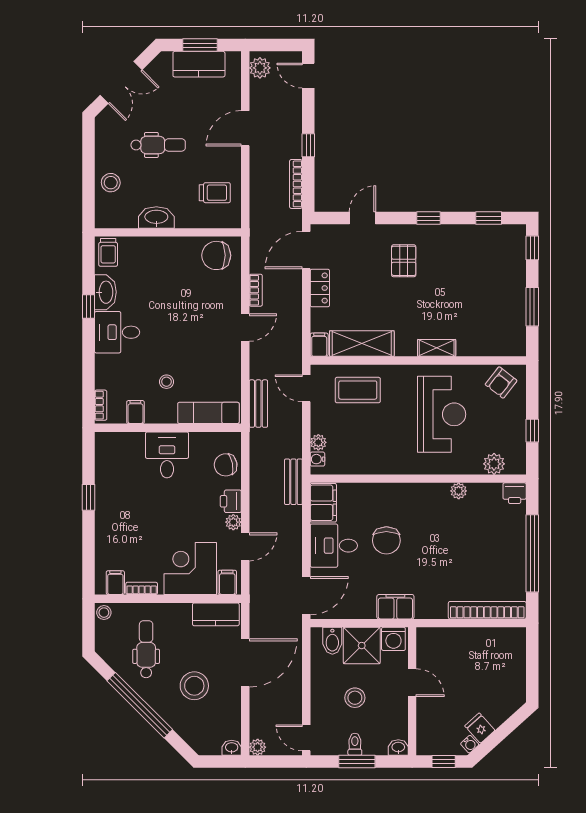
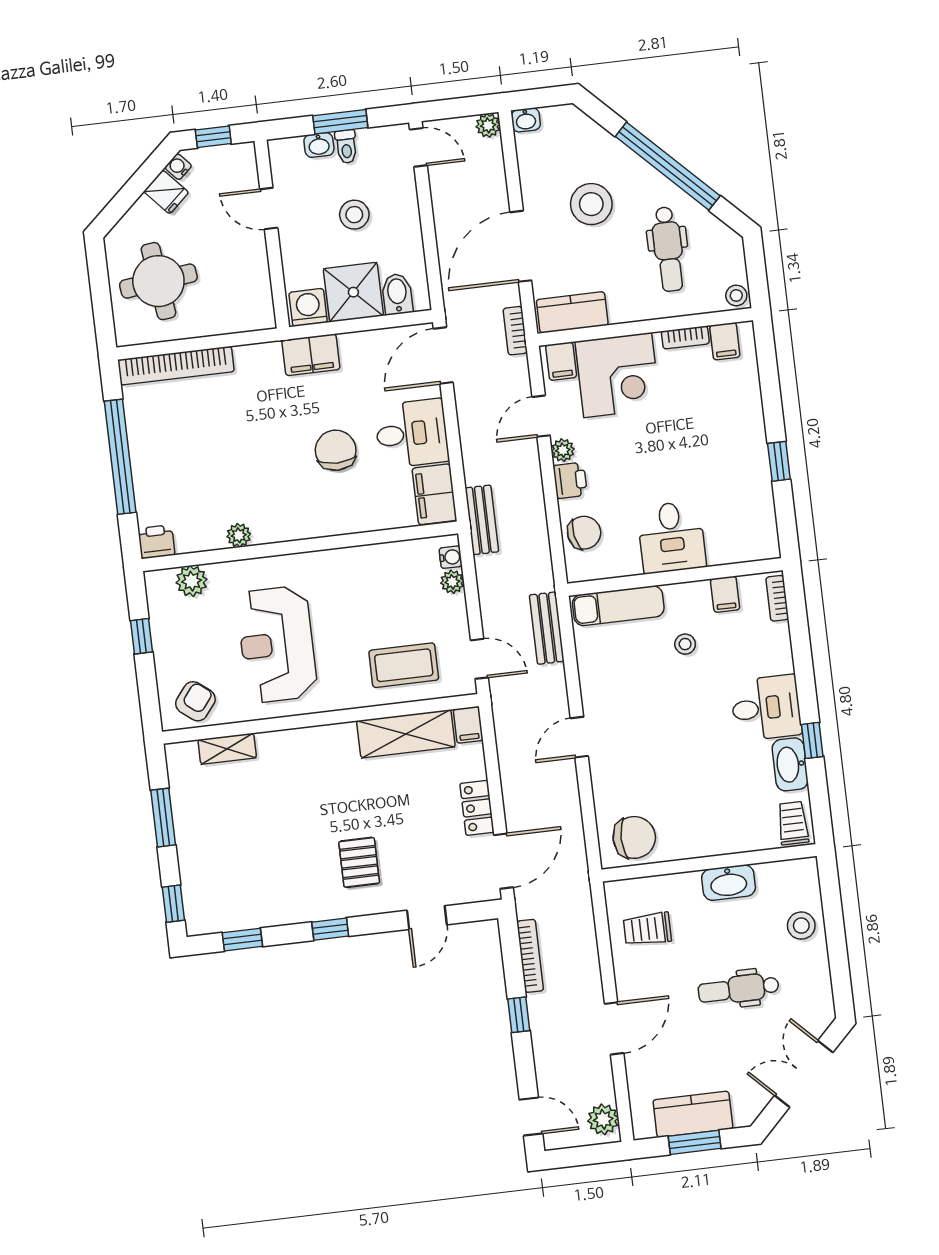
bookcase: (256, 290) -> (515, 331), moved
shelving: (437, 348) -> (227, 749), moved
round table: (492, 669) -> (158, 281), added
door: (412, 683) -> (269, 209), moved
washbasin: (398, 747) -> (319, 145), moved

